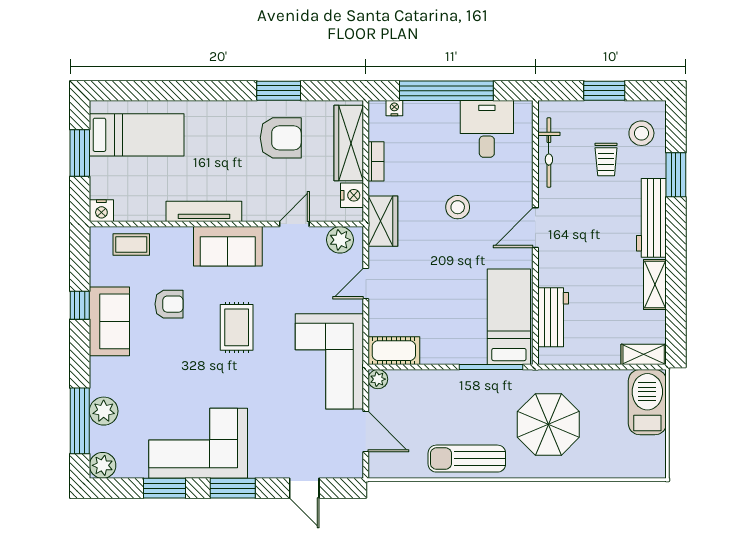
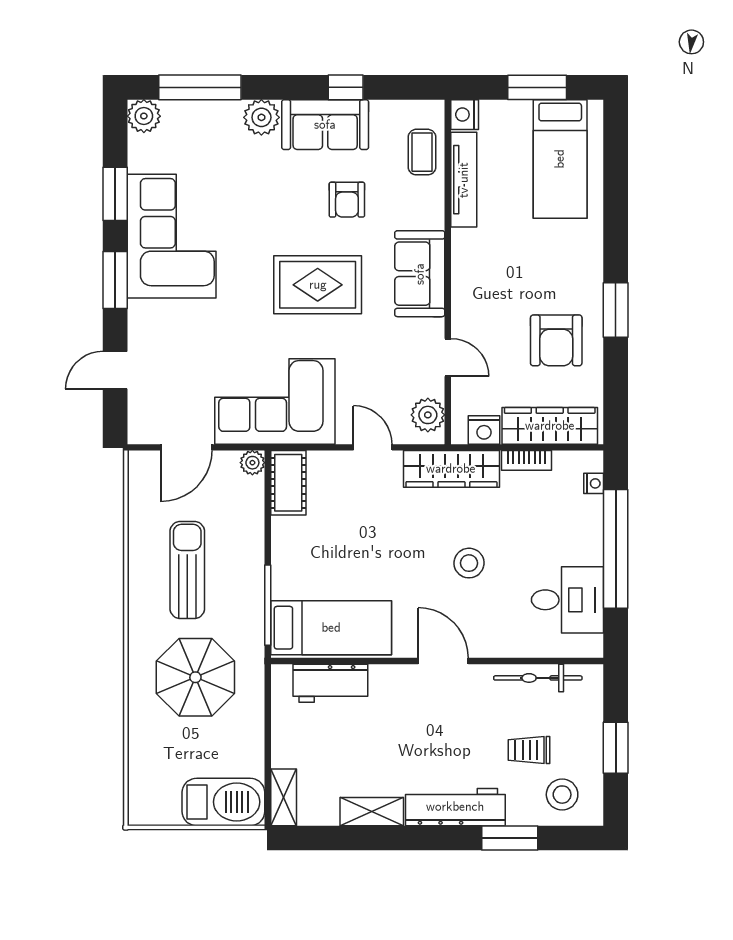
window: (279, 91) -> (616, 310), moved
tv unit: (204, 211) -> (464, 180), moved
wardrobe: (383, 221) -> (451, 469), width x1.50
rug: (237, 327) -> (318, 285), width x1.36, depth x1.43
plant: (104, 411) -> (261, 117), moved
sun lounger: (467, 459) -> (187, 570), moved

